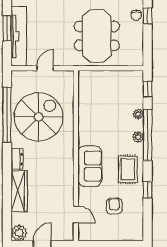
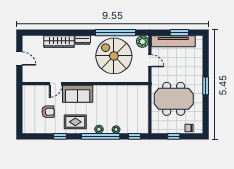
window: (148, 16) -> (174, 136), moved
spiral stairs: (39, 117) -> (114, 56), turned 180
door: (76, 214) -> (56, 84), moved
plant: (19, 233) -> (142, 42), moved

